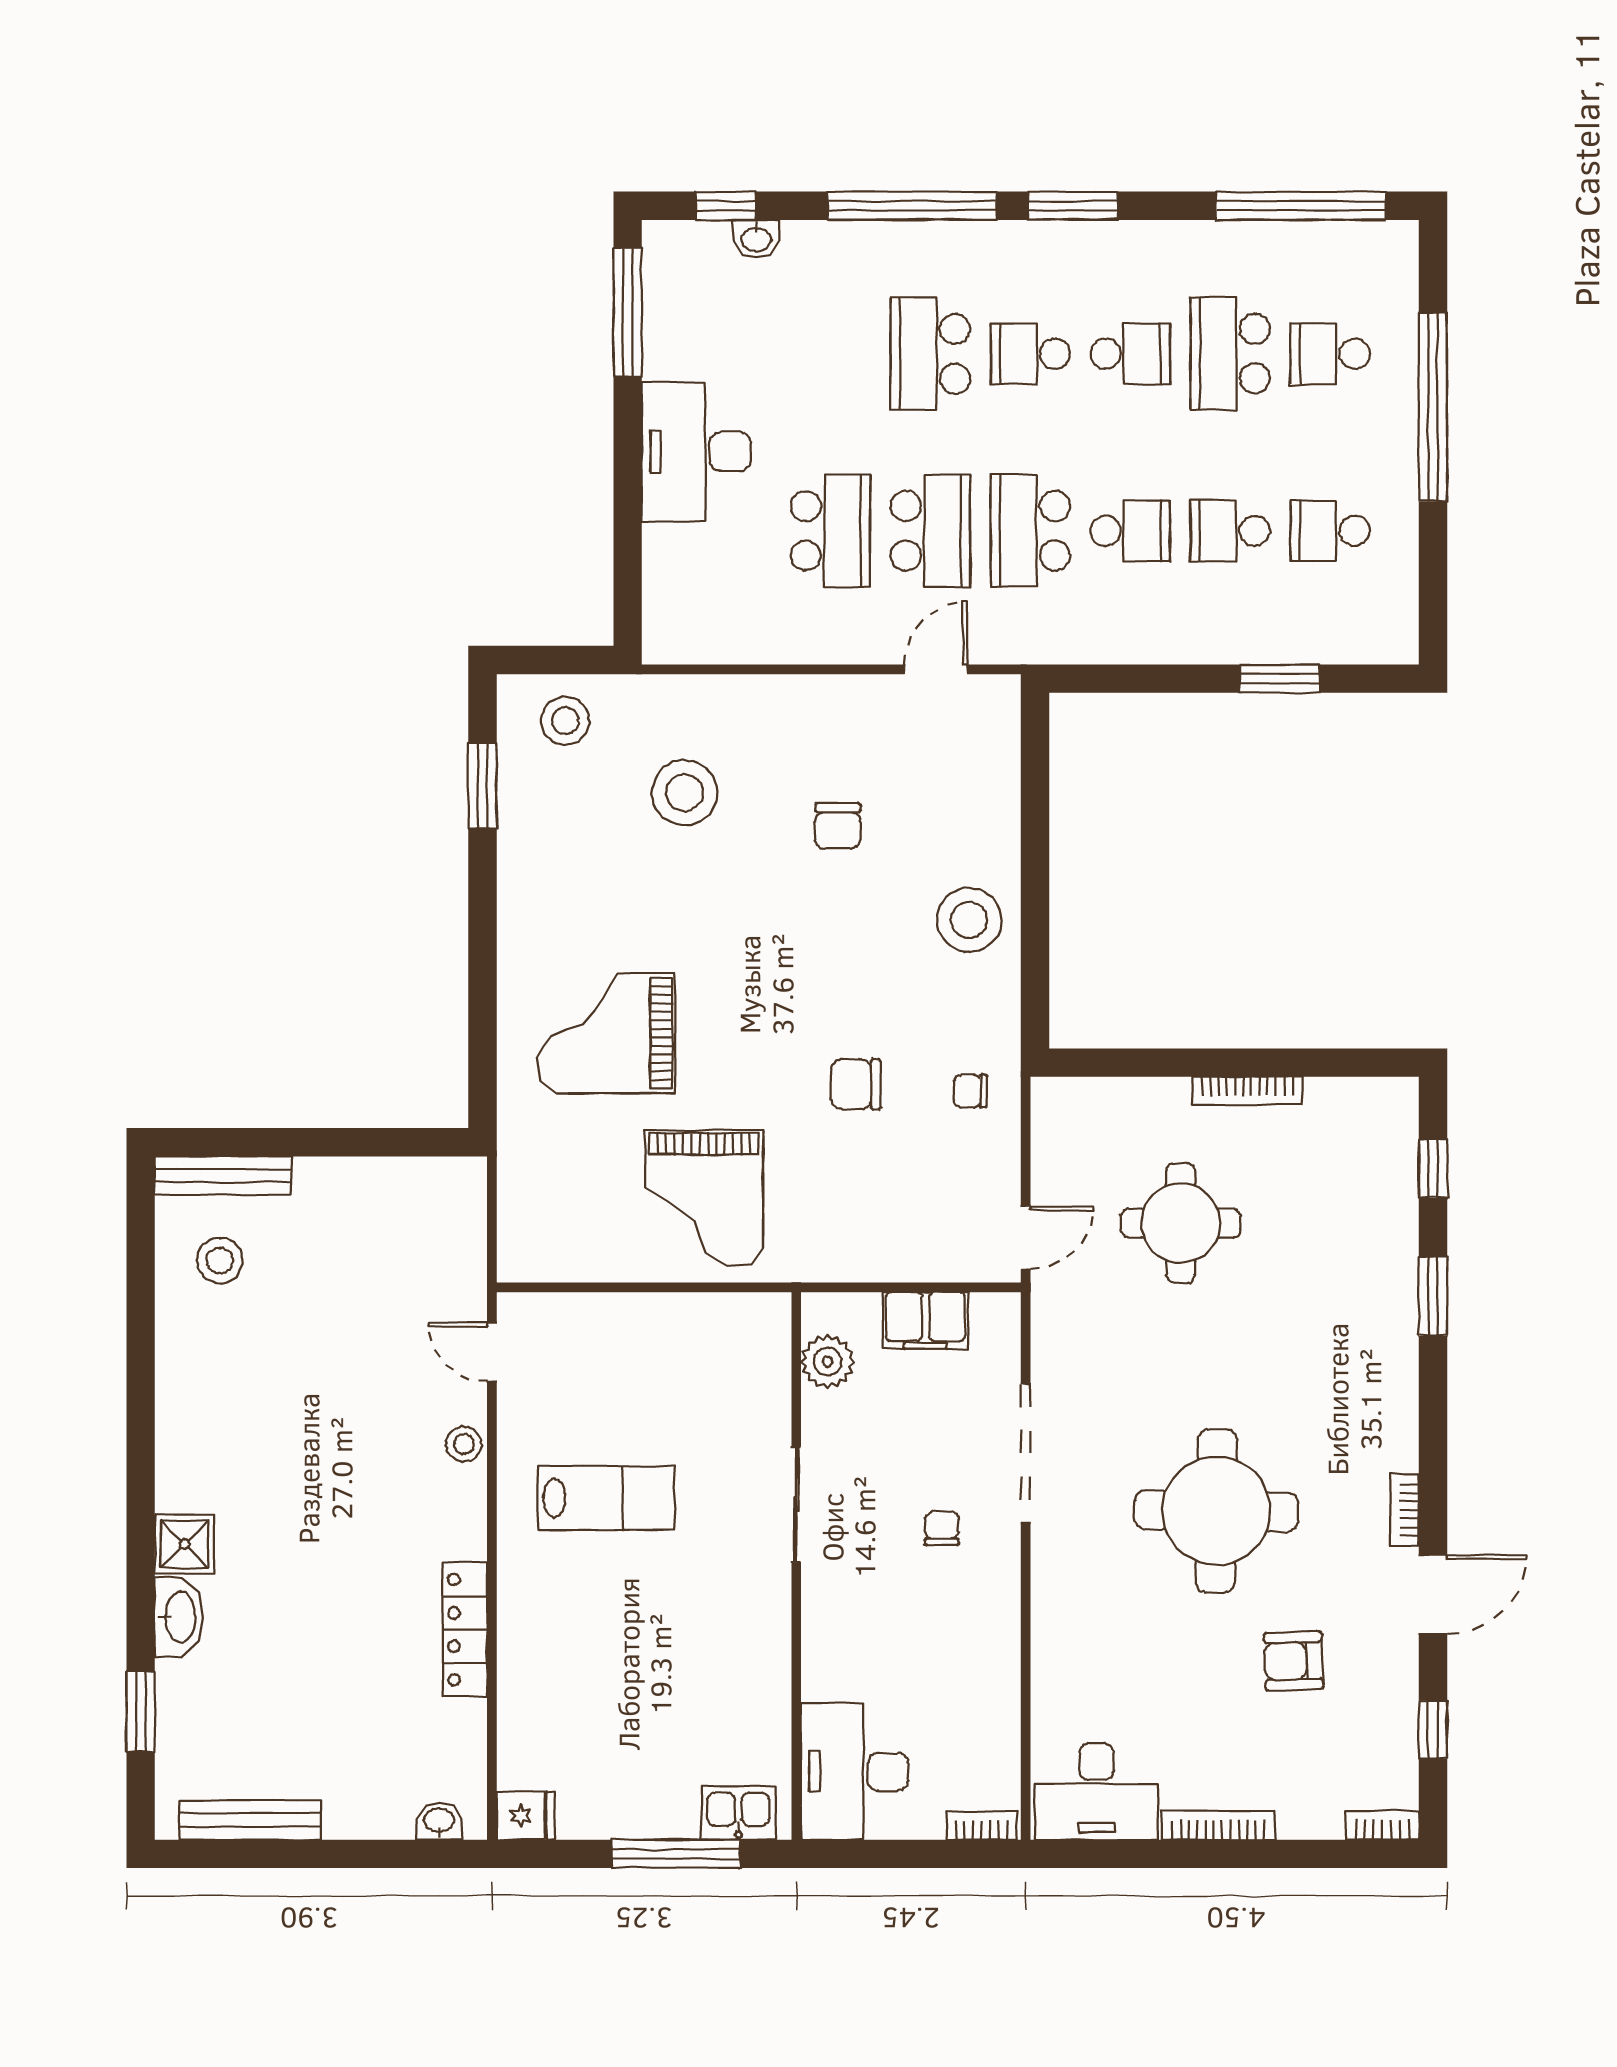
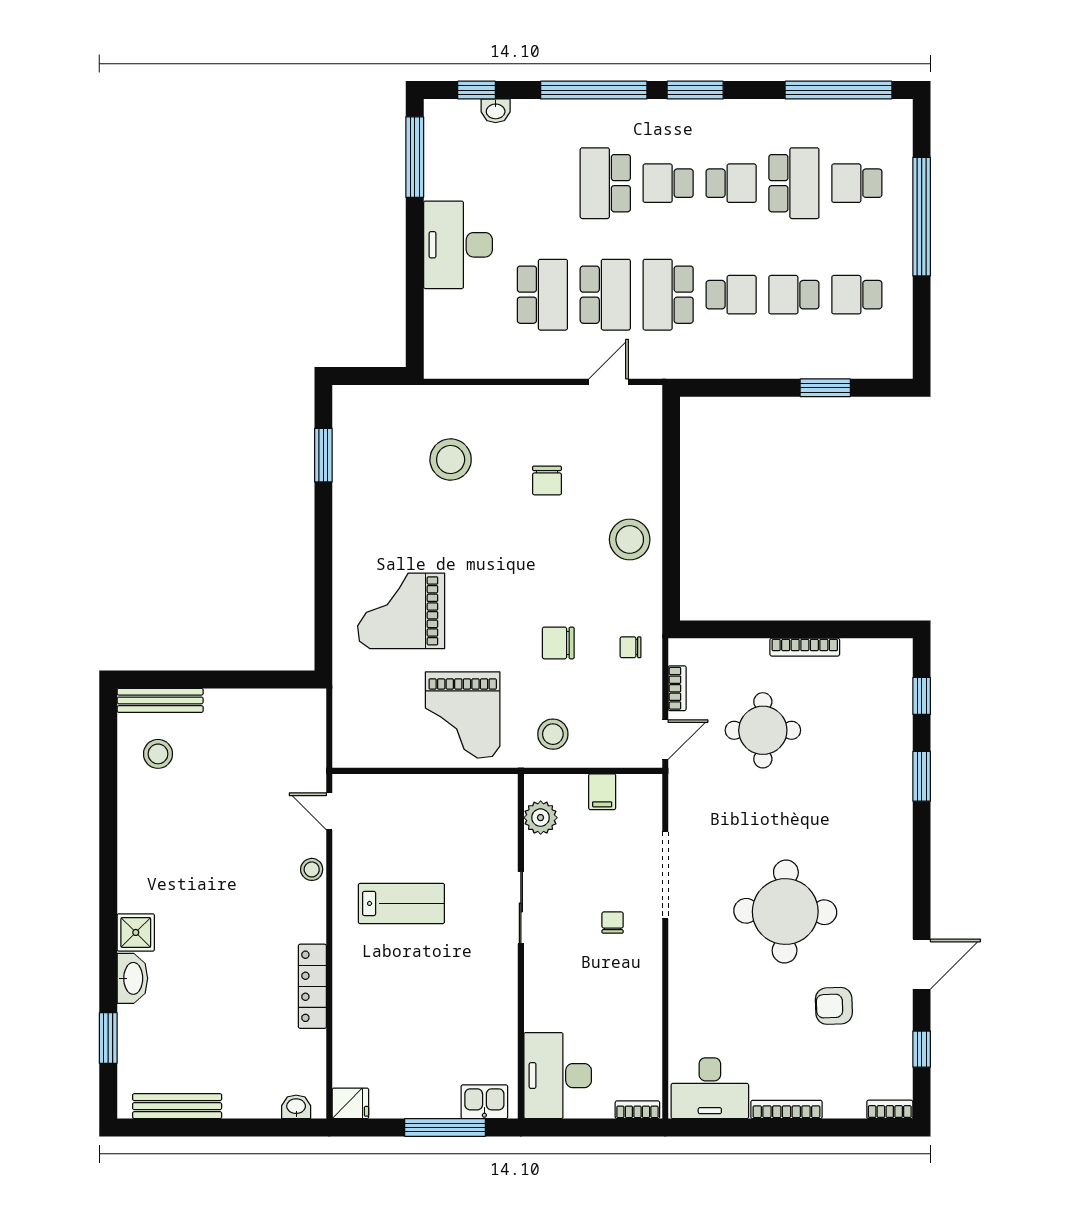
school desk: (1230, 354) -> (794, 183), turned 180
stool: (565, 721) -> (553, 734), moved
filing cabinet: (925, 1321) -> (602, 792), width x0.50
bookcase: (1405, 1510) -> (677, 688), moved, turned 180

